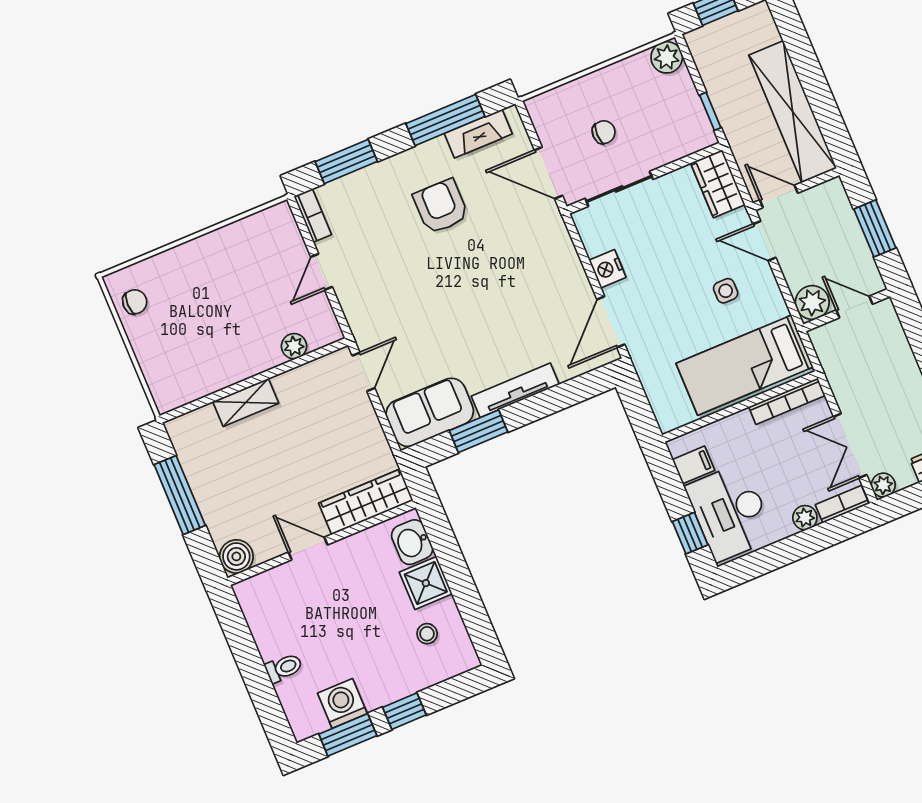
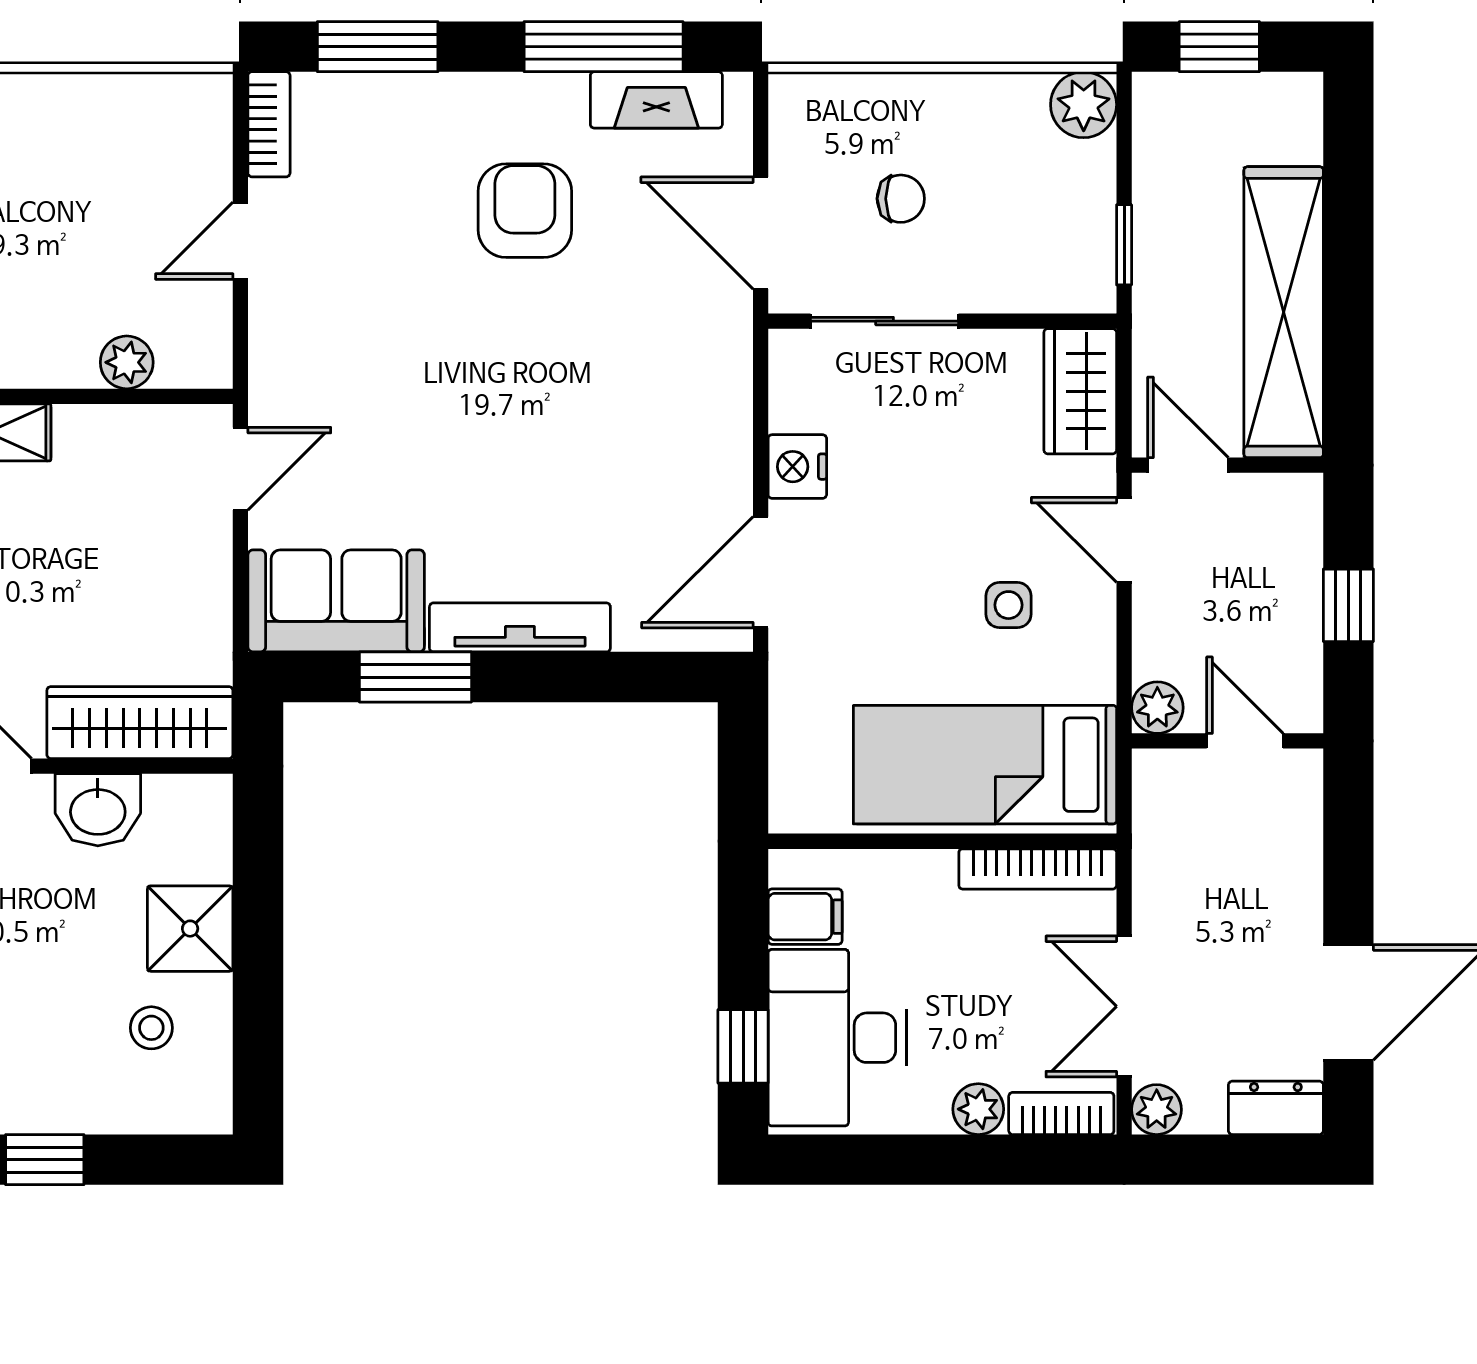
window: (875, 228) -> (1348, 605), width x0.67
plant: (812, 302) -> (1157, 708), width x0.73, depth x0.73
washbasin: (412, 542) -> (98, 810), moved, turned -90

